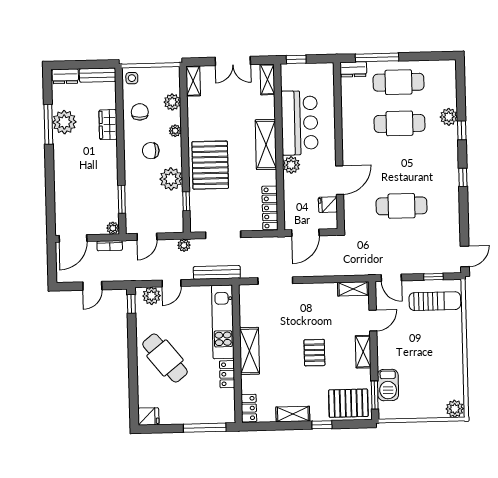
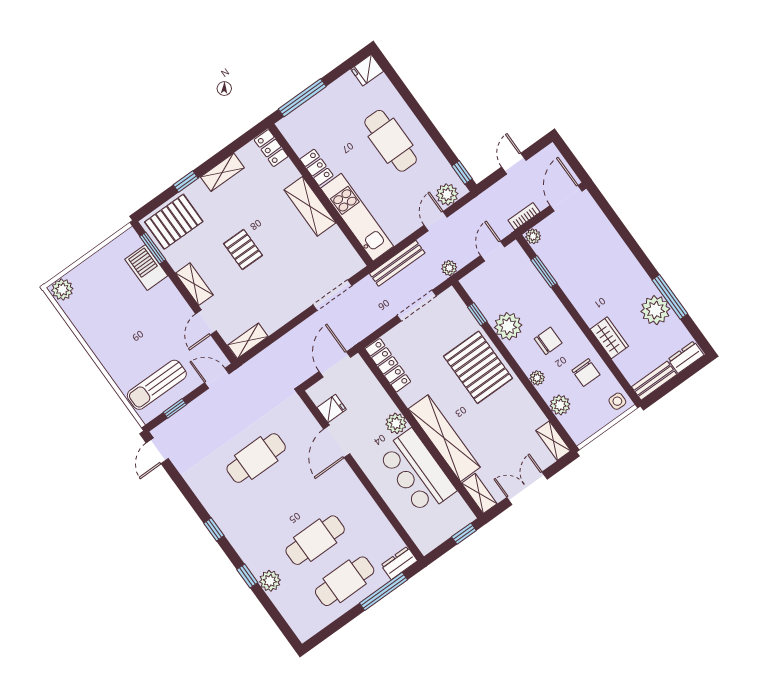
shelving: (266, 145) -> (444, 438), width x1.47
cafe table: (165, 358) -> (391, 141), turned 39

